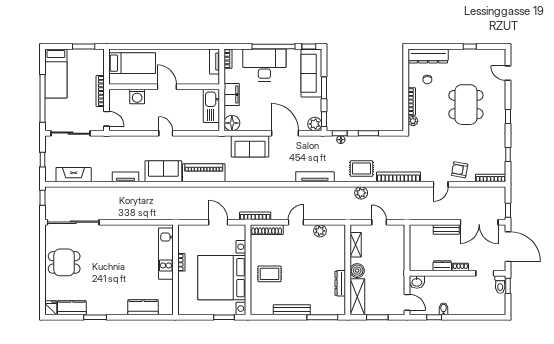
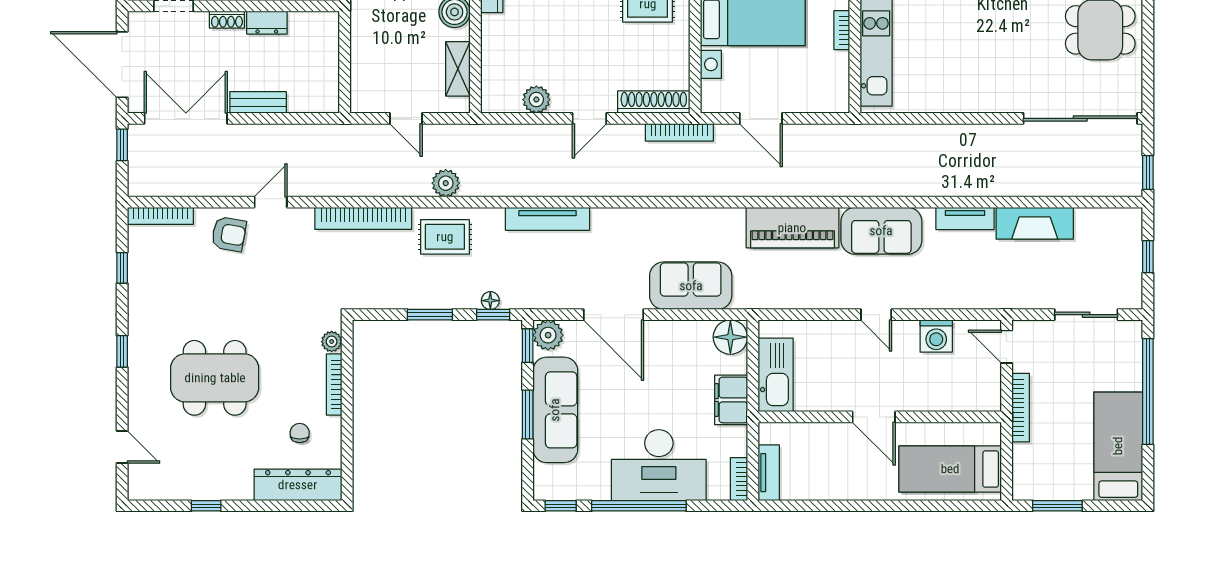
sofa: (311, 73) -> (555, 410), moved
washing machine: (137, 97) -> (936, 336), moved, turned 180
dining table: (466, 105) -> (215, 378), turned 90
sliding door: (70, 133) -> (1086, 315), width x0.73
fireplace: (74, 175) -> (1035, 223), moved

